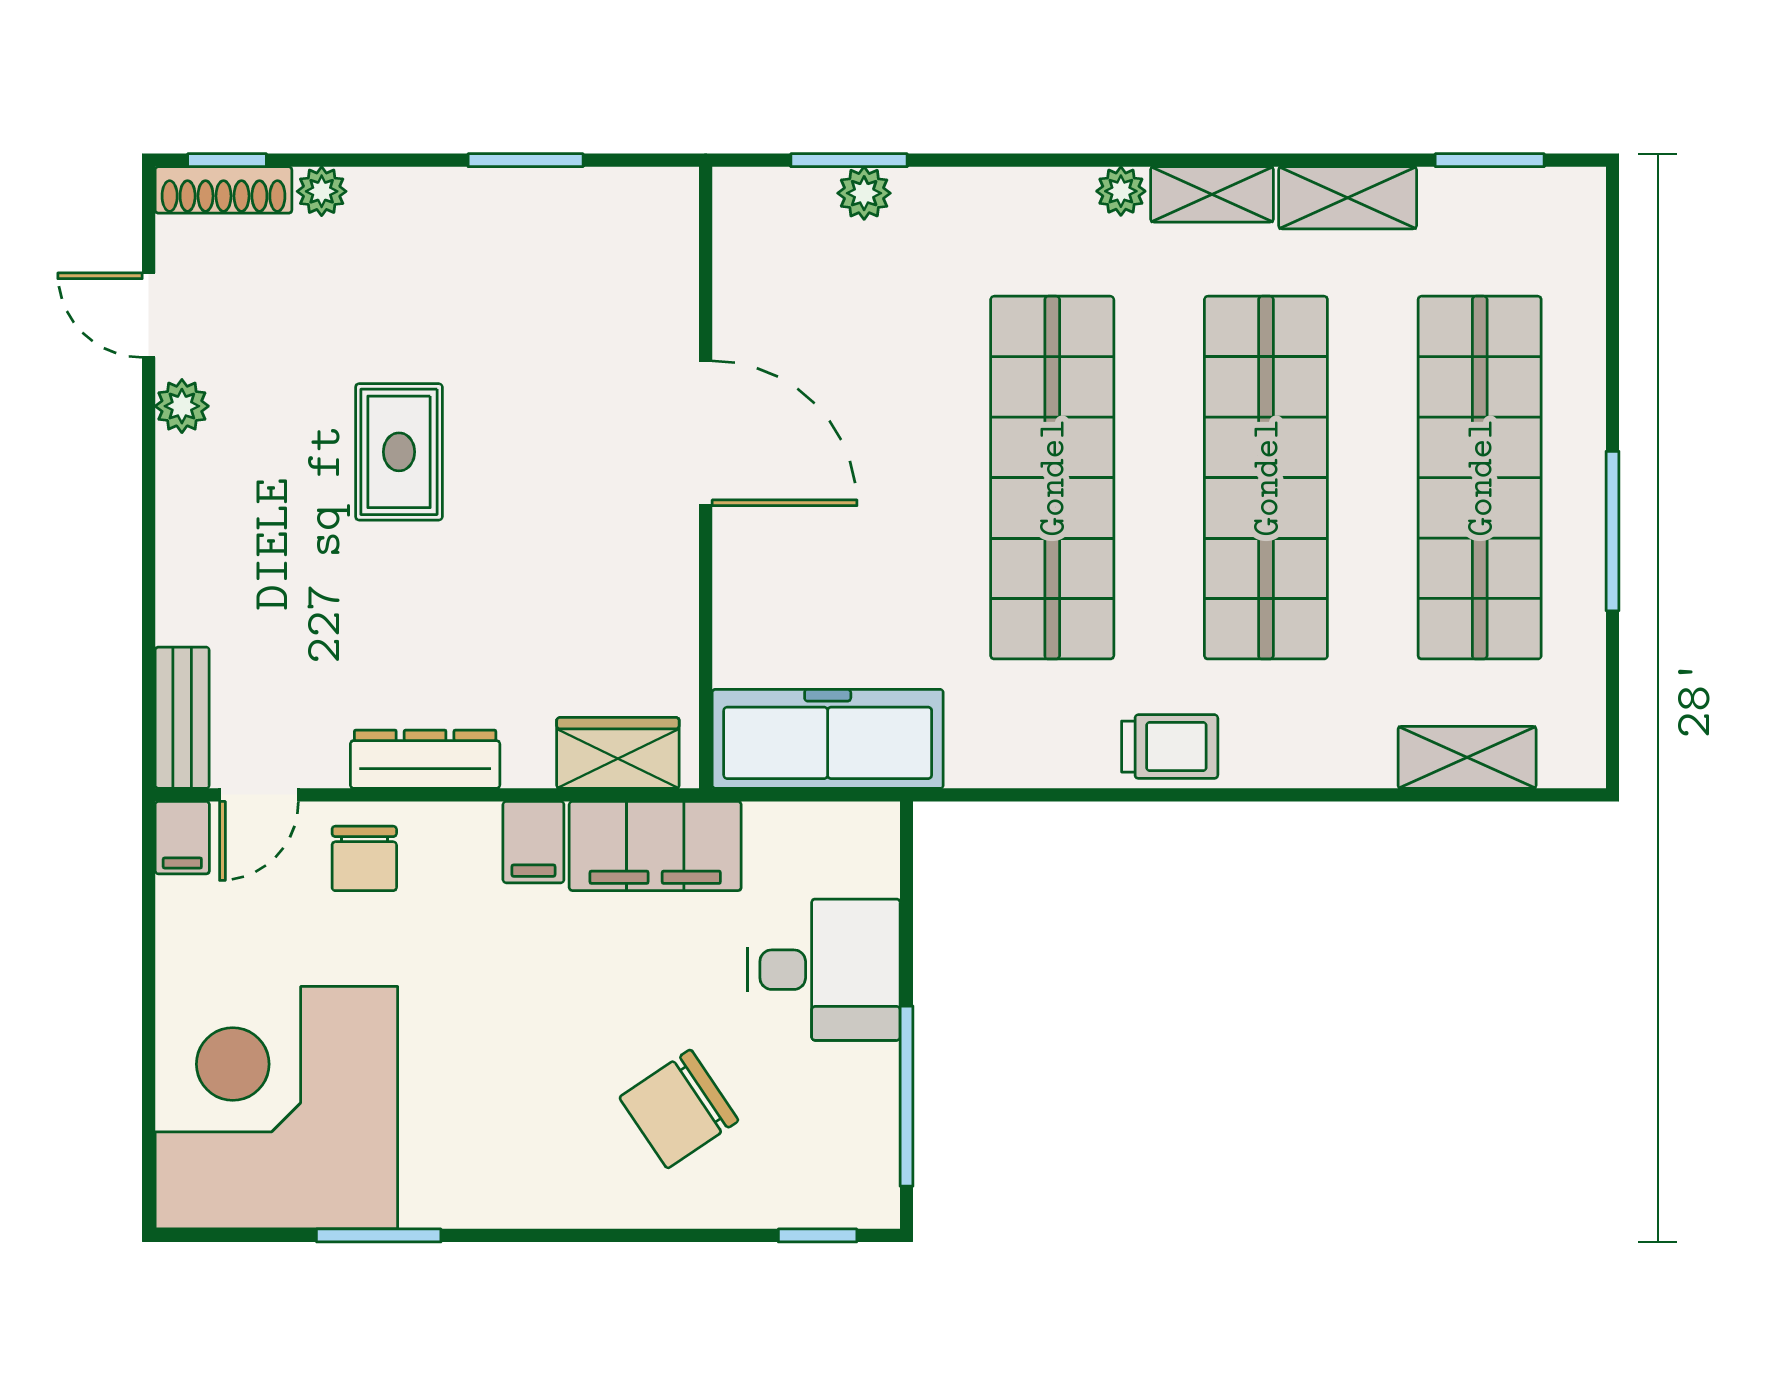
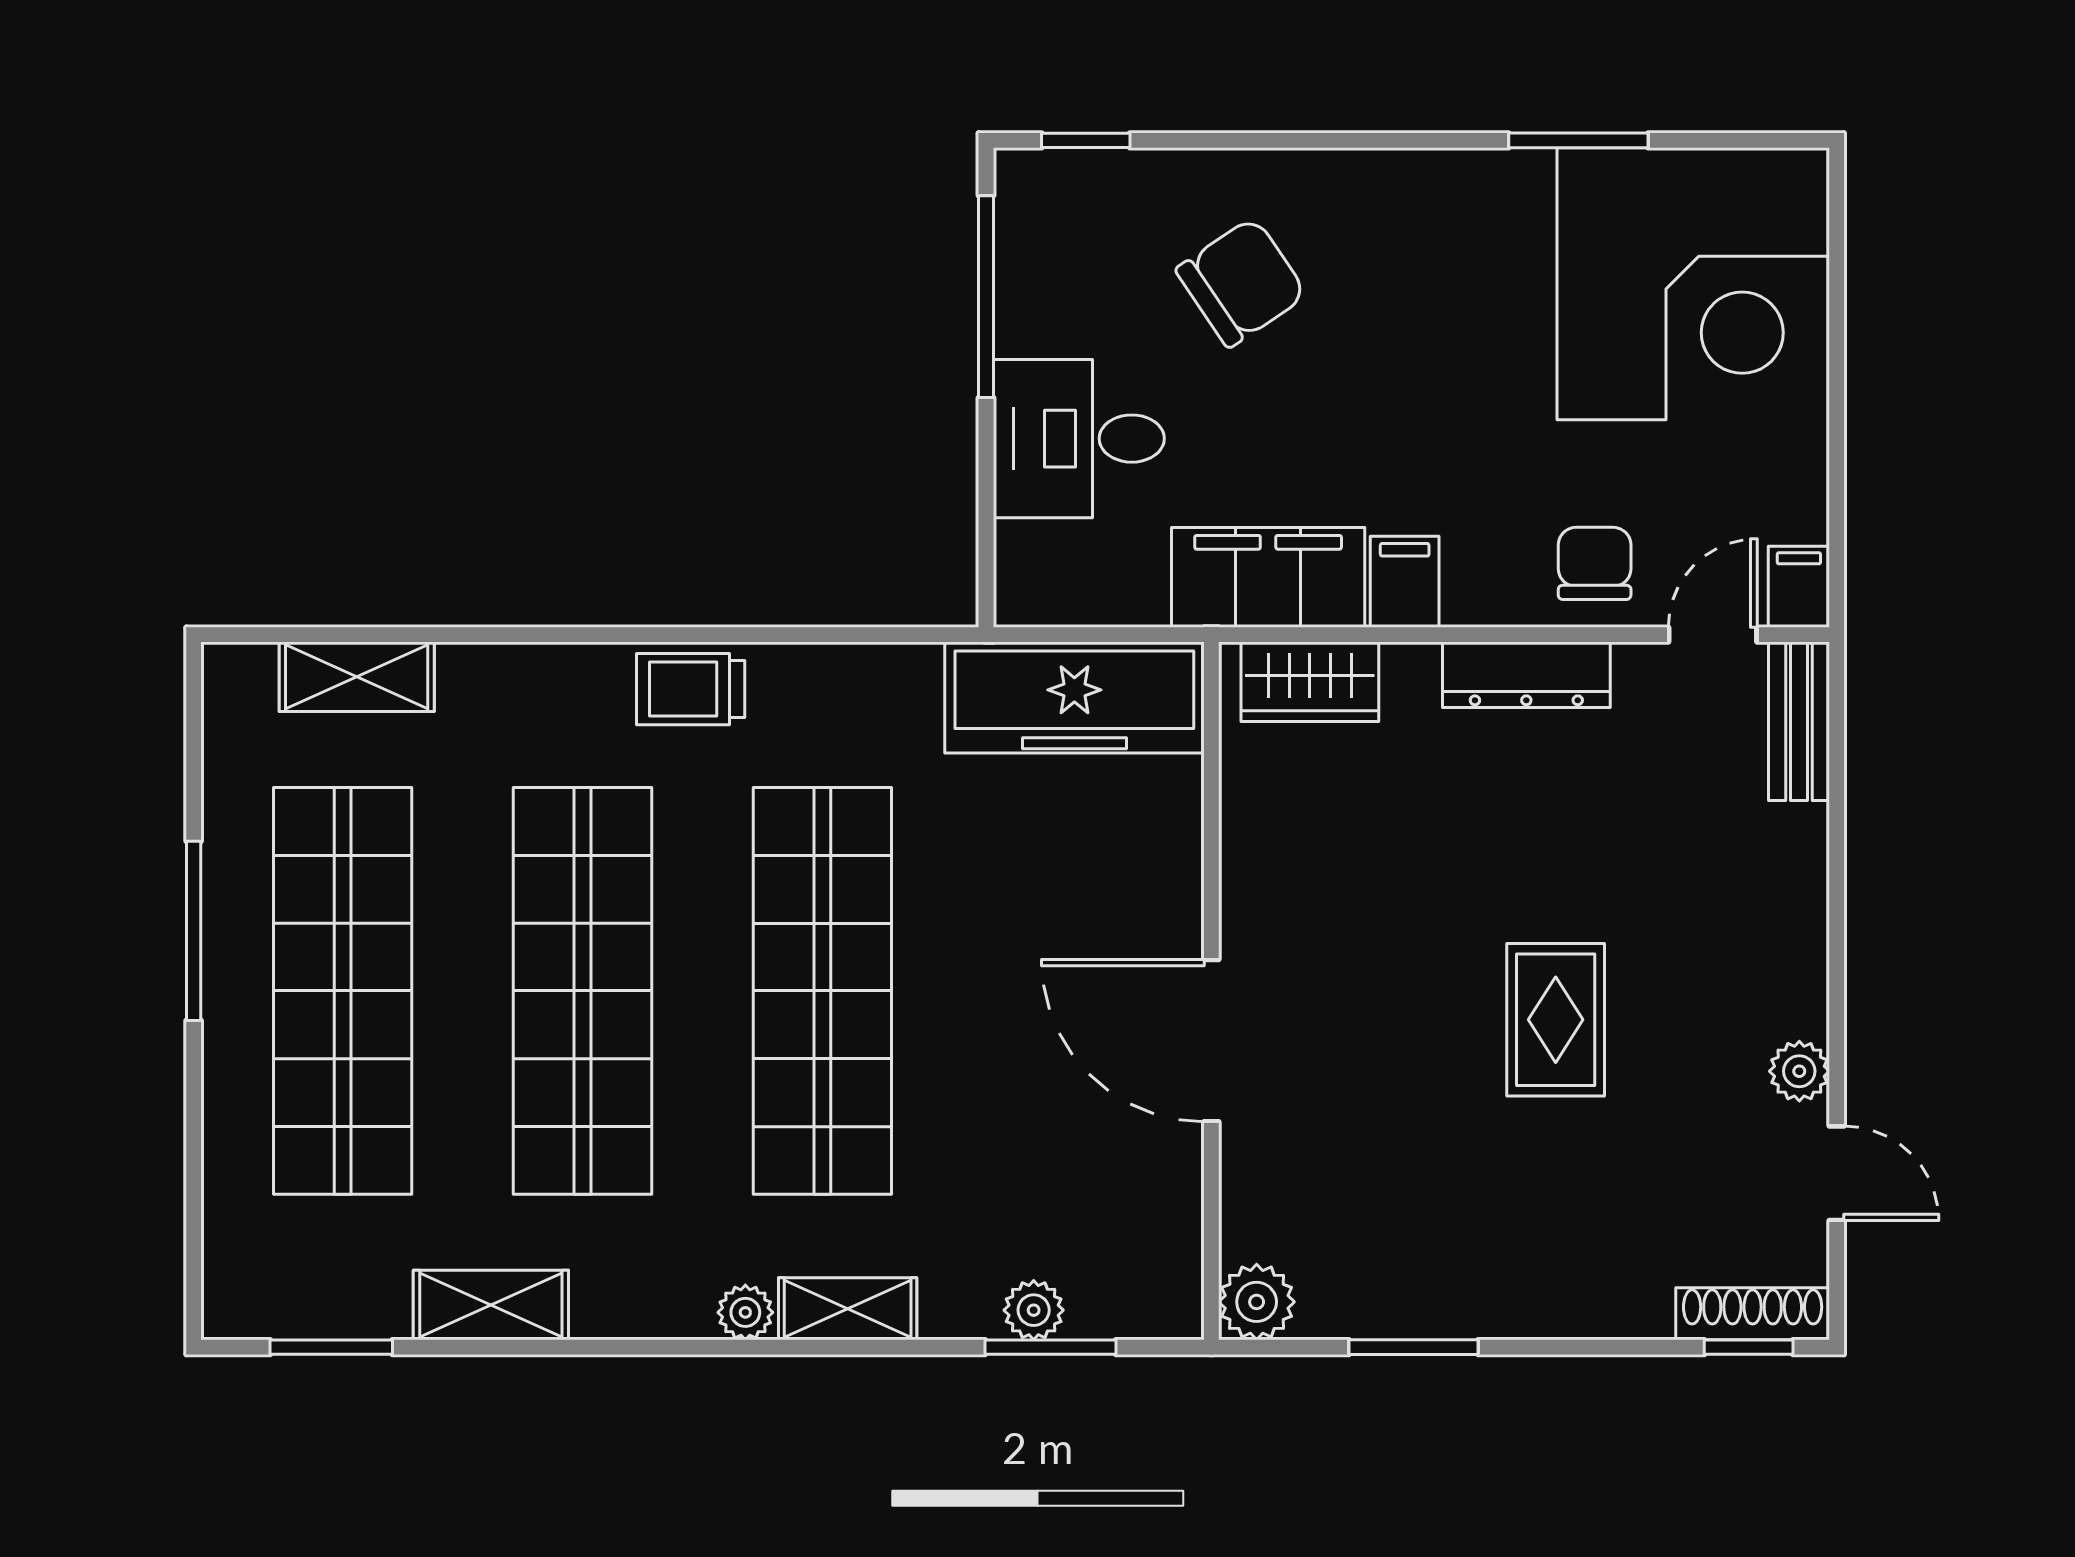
plant: (322, 191) -> (1257, 1302), moved, width x1.38, depth x1.38
shelving: (1212, 194) -> (848, 1309), moved

